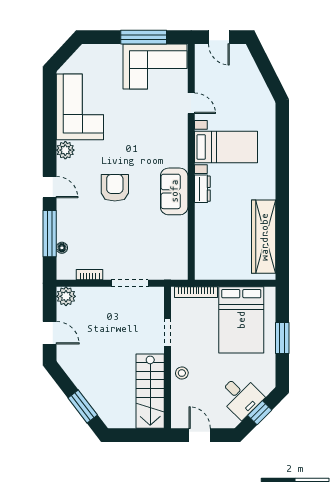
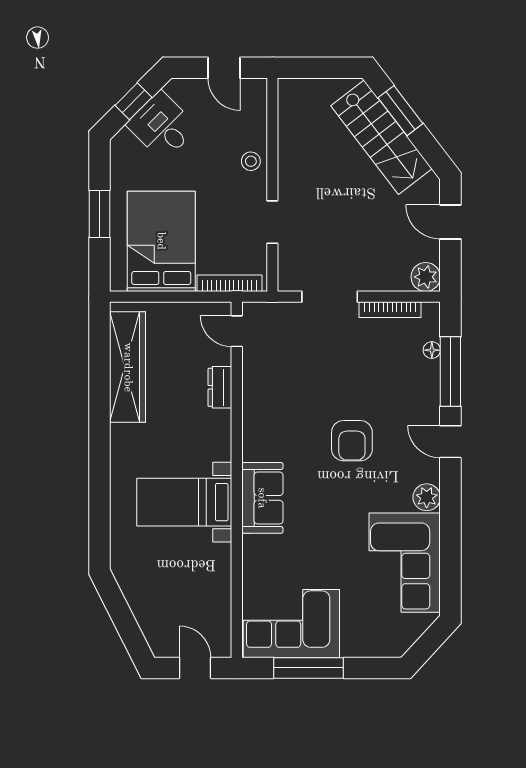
door: (191, 103) -> (237, 331), moved
dresser: (202, 189) -> (220, 387), moved
sofa: (174, 191) -> (262, 498), moved
bookcase: (90, 275) -> (390, 310), width x1.56
stairs: (150, 391) -> (381, 137), moved, turned 143

